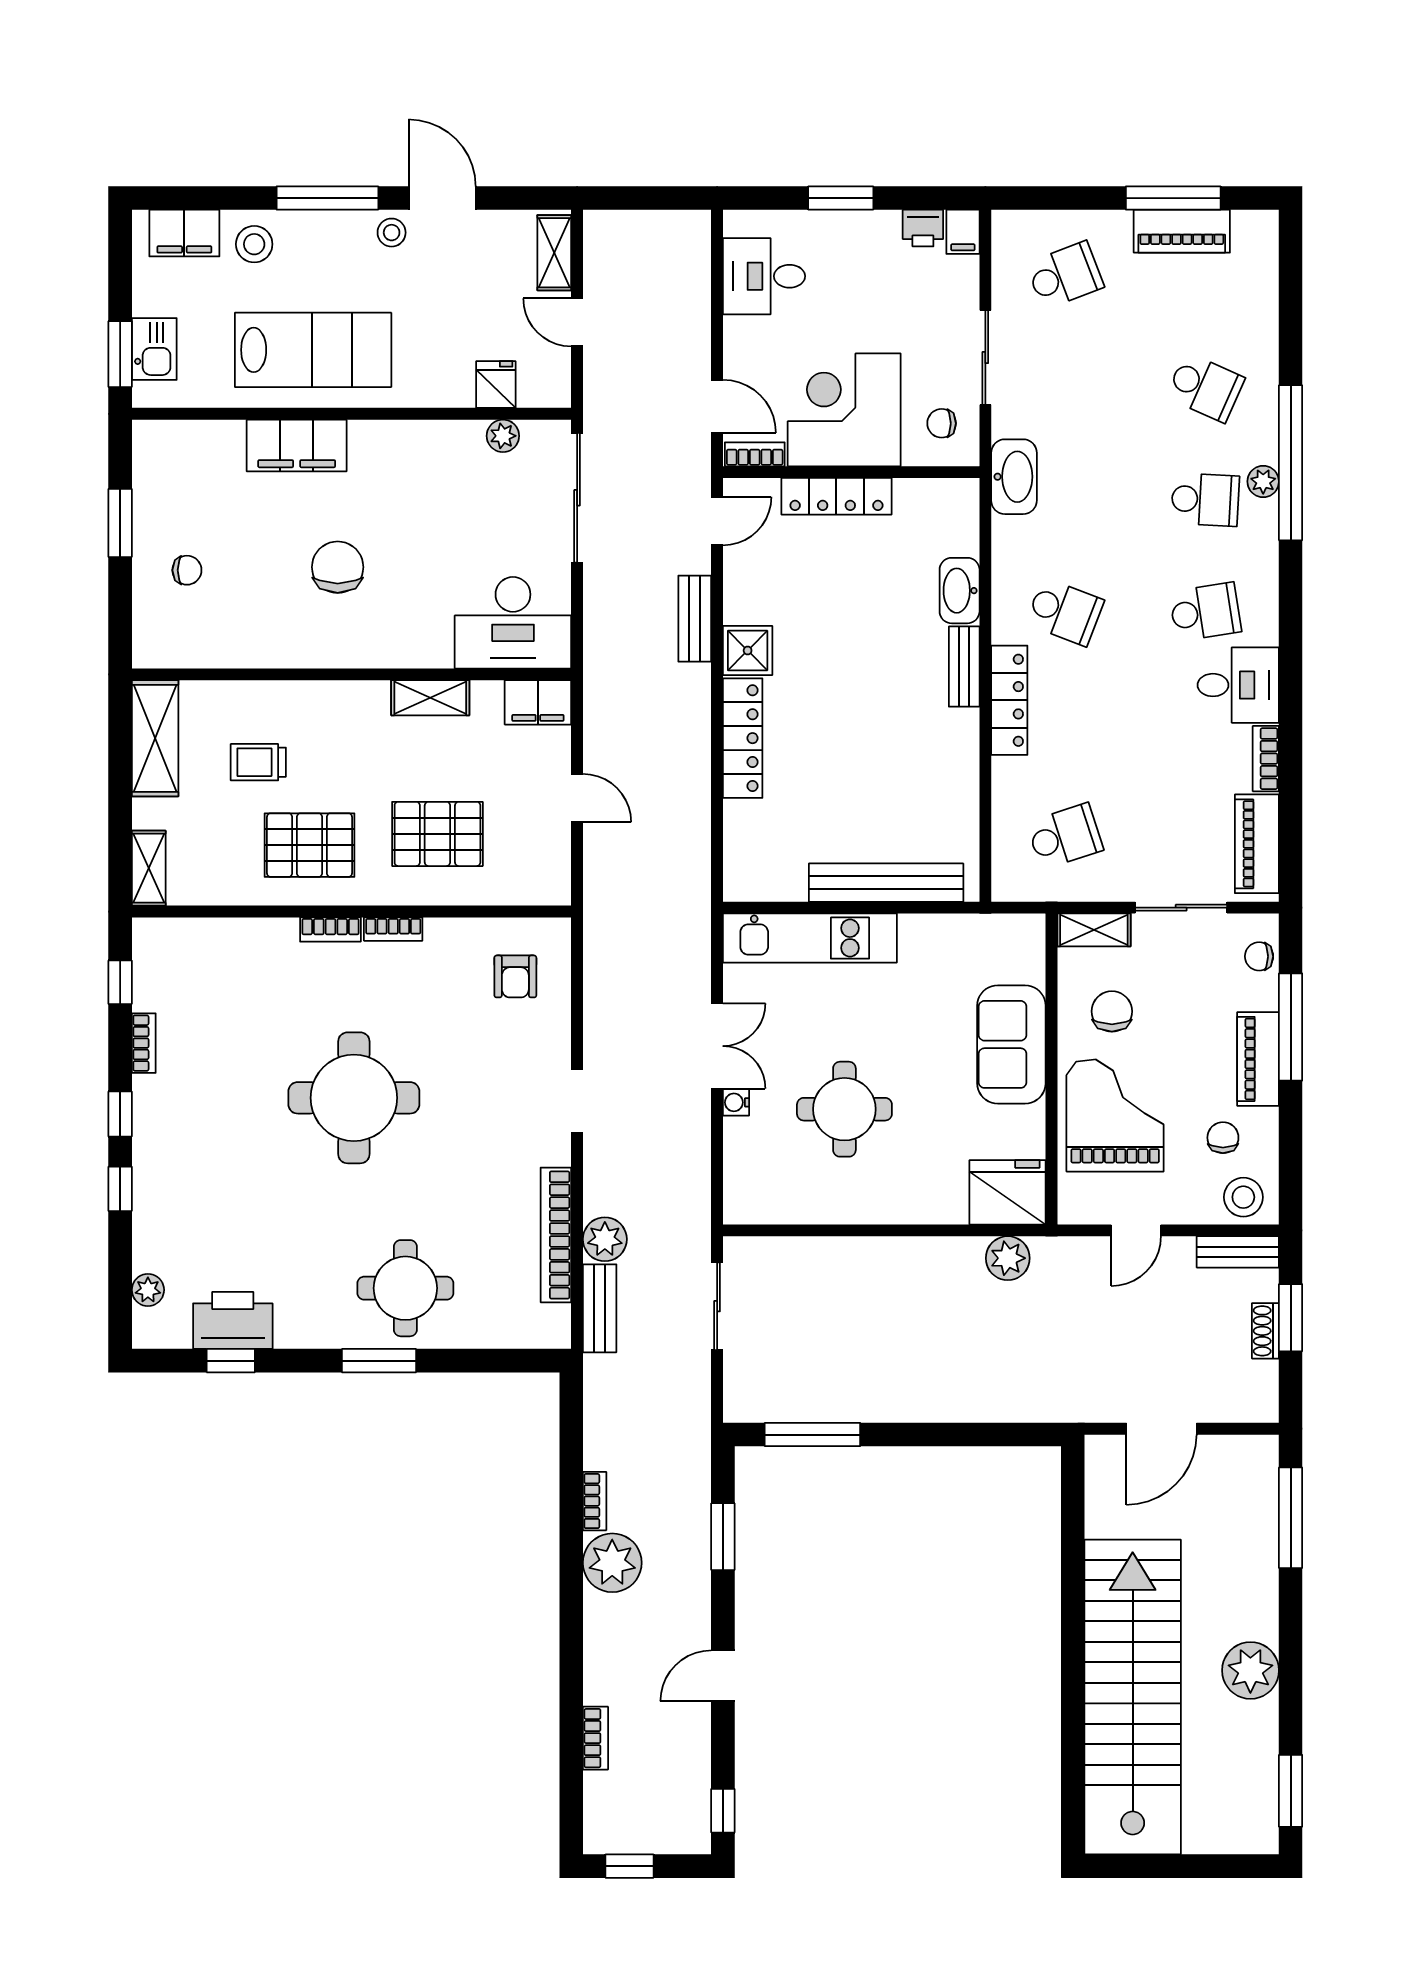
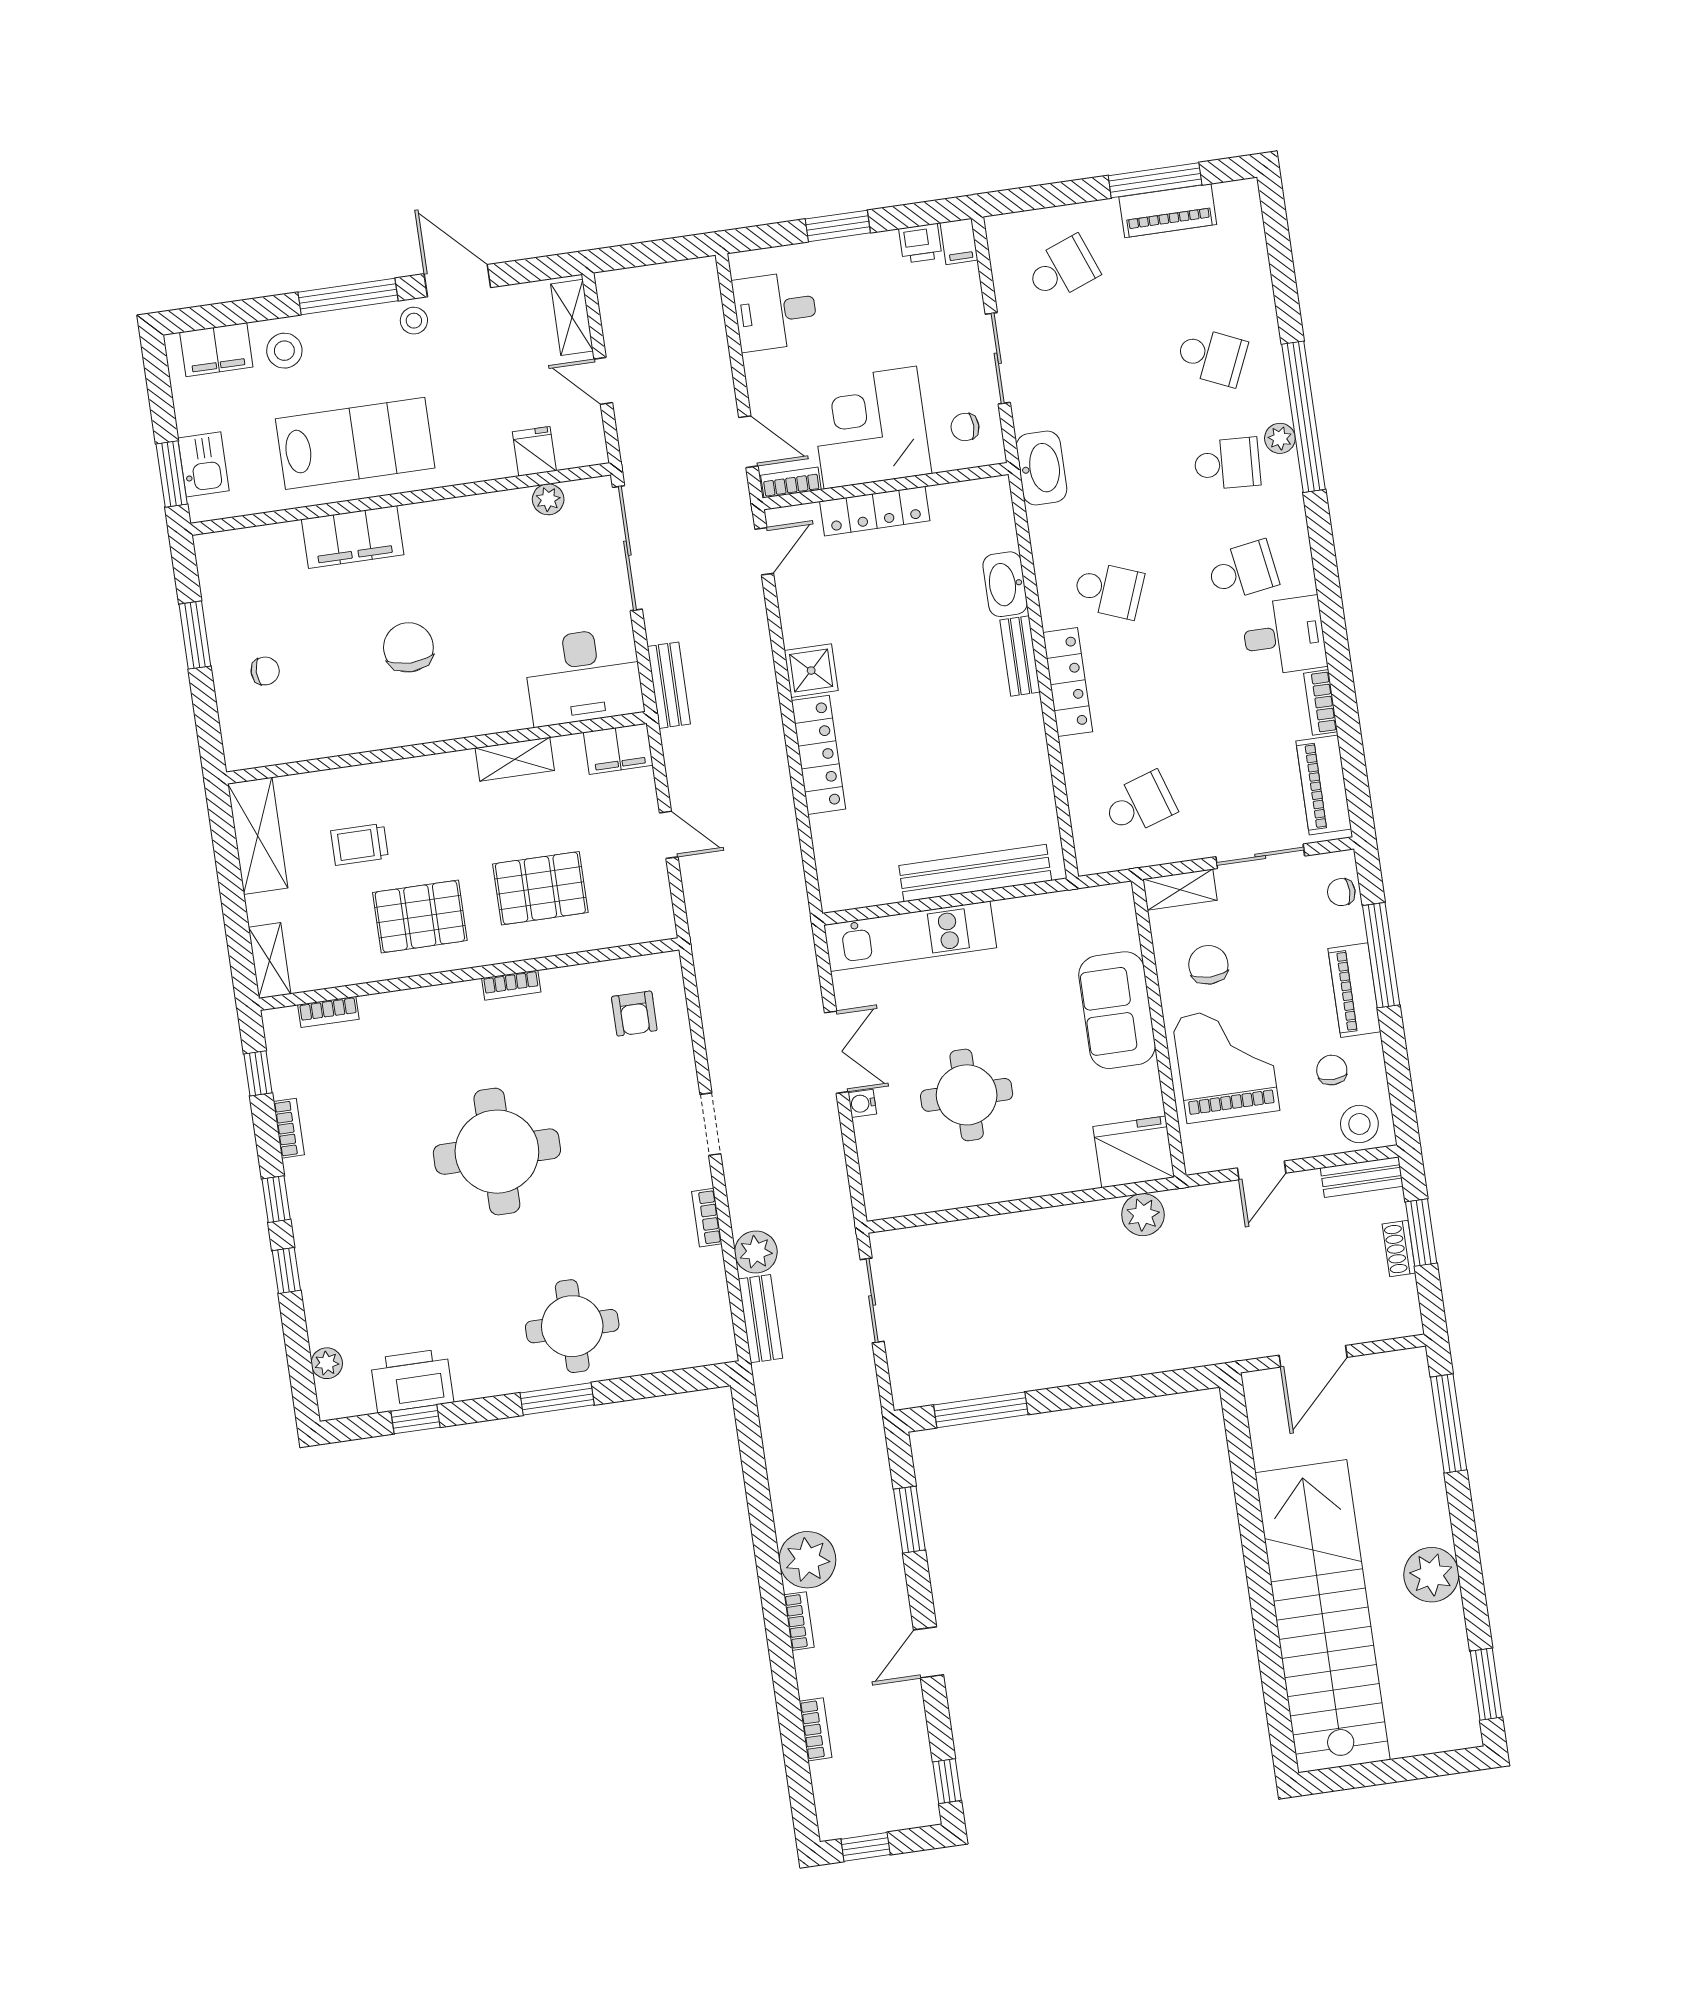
bench: (695, 619) -> (669, 685), moved
bookcase: (330, 930) -> (328, 1012), moved
bookcase: (556, 1235) -> (707, 1218), width x0.43, depth x0.76
bookcase: (595, 1501) -> (799, 1621), moved

